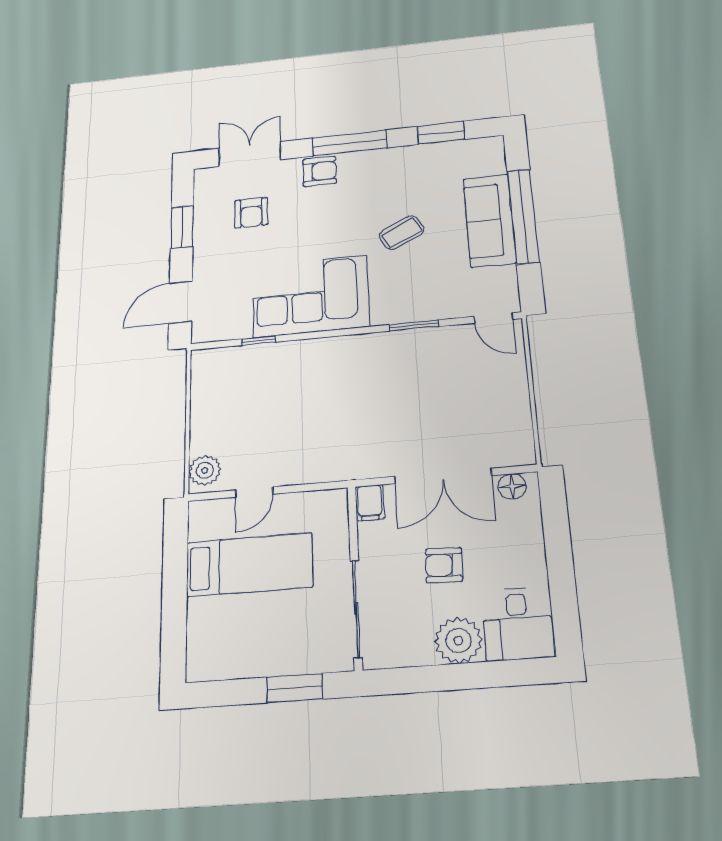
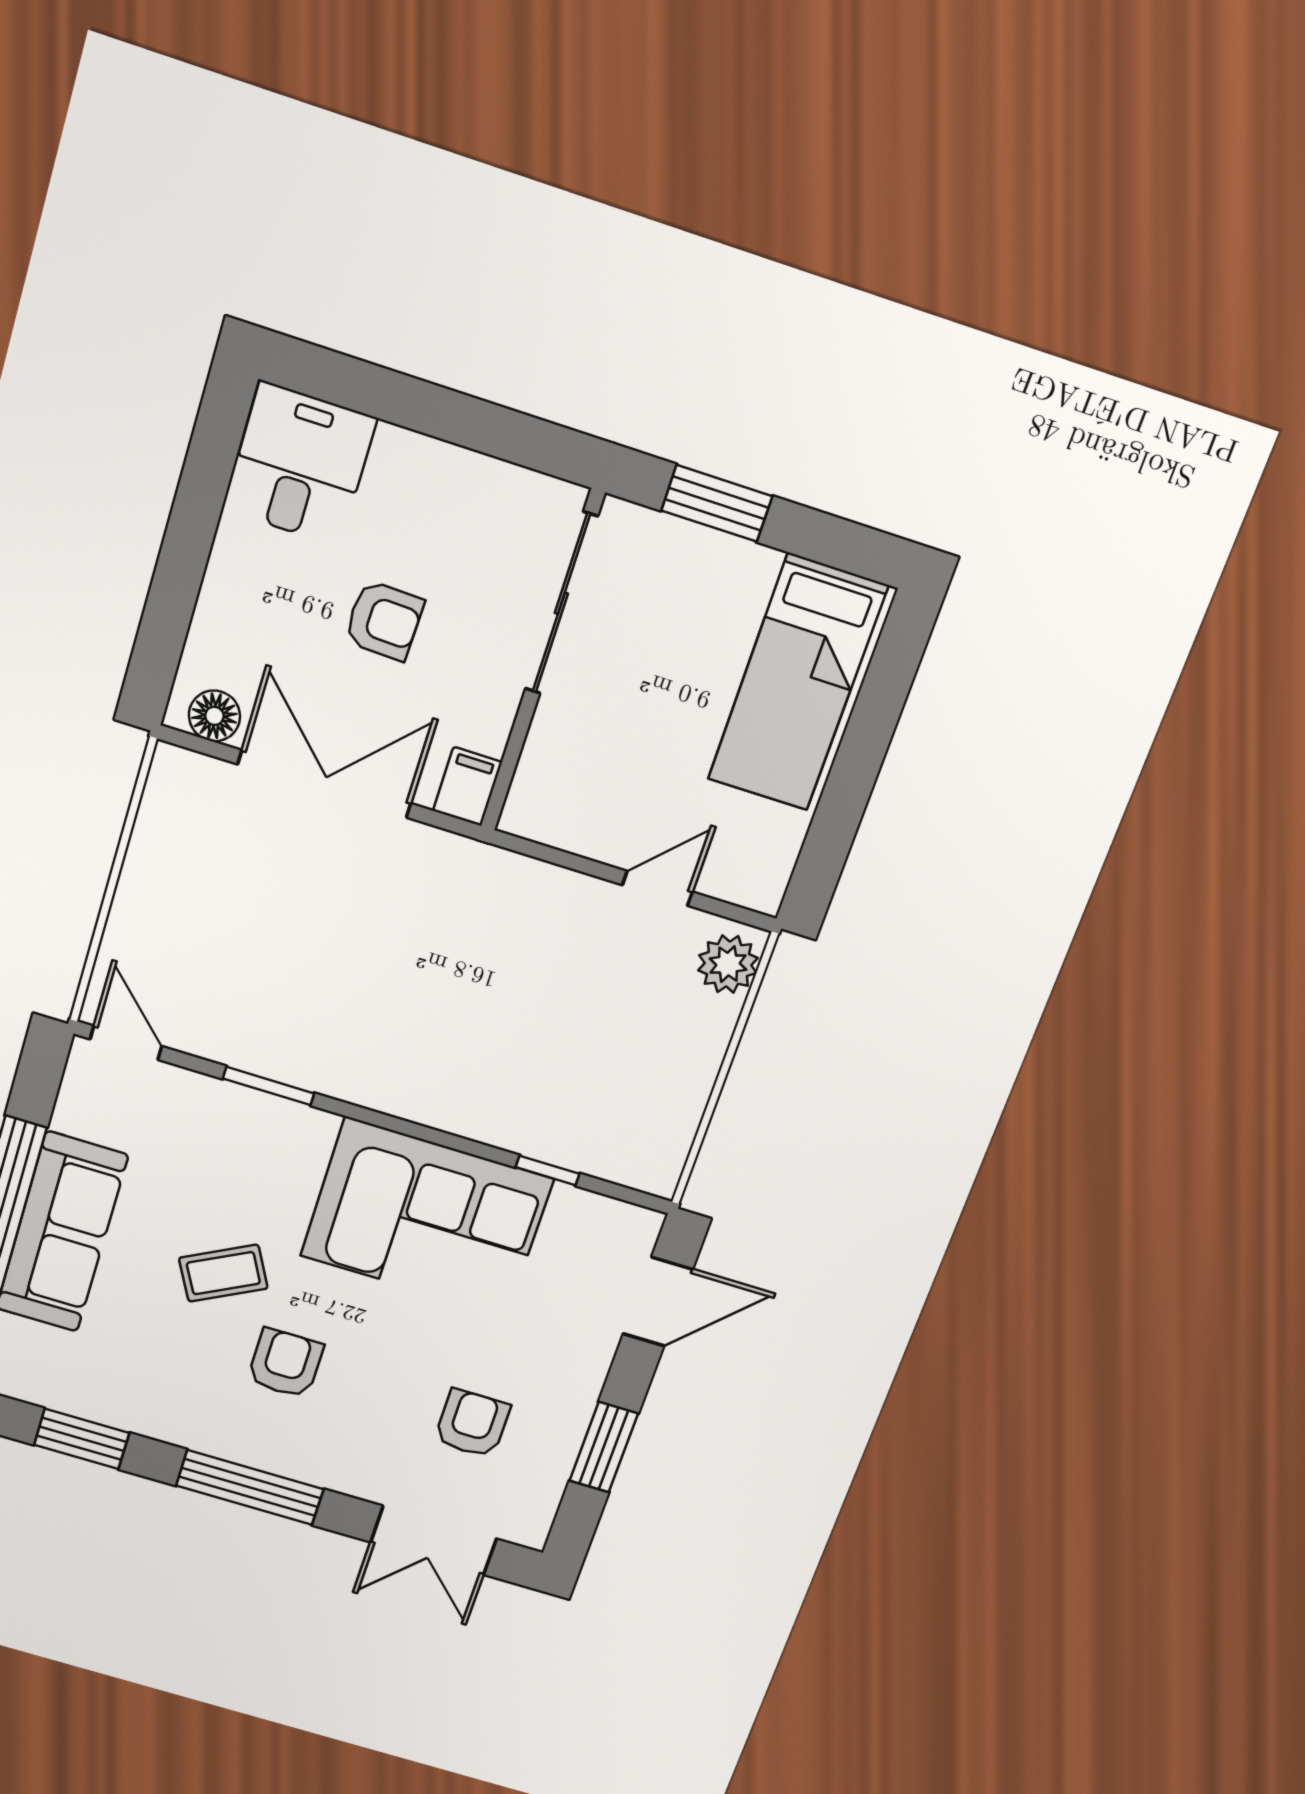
armchair: (319, 171) -> (285, 1363), moved, turned 90
bed: (249, 565) -> (797, 683), moved, turned -90
plant: (458, 640) -> (411, 475), removed

